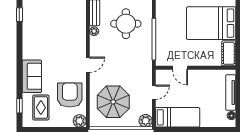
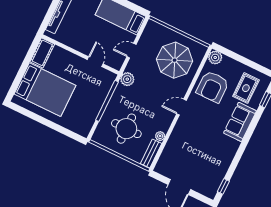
plant: (146, 121) -> (127, 79), moved

